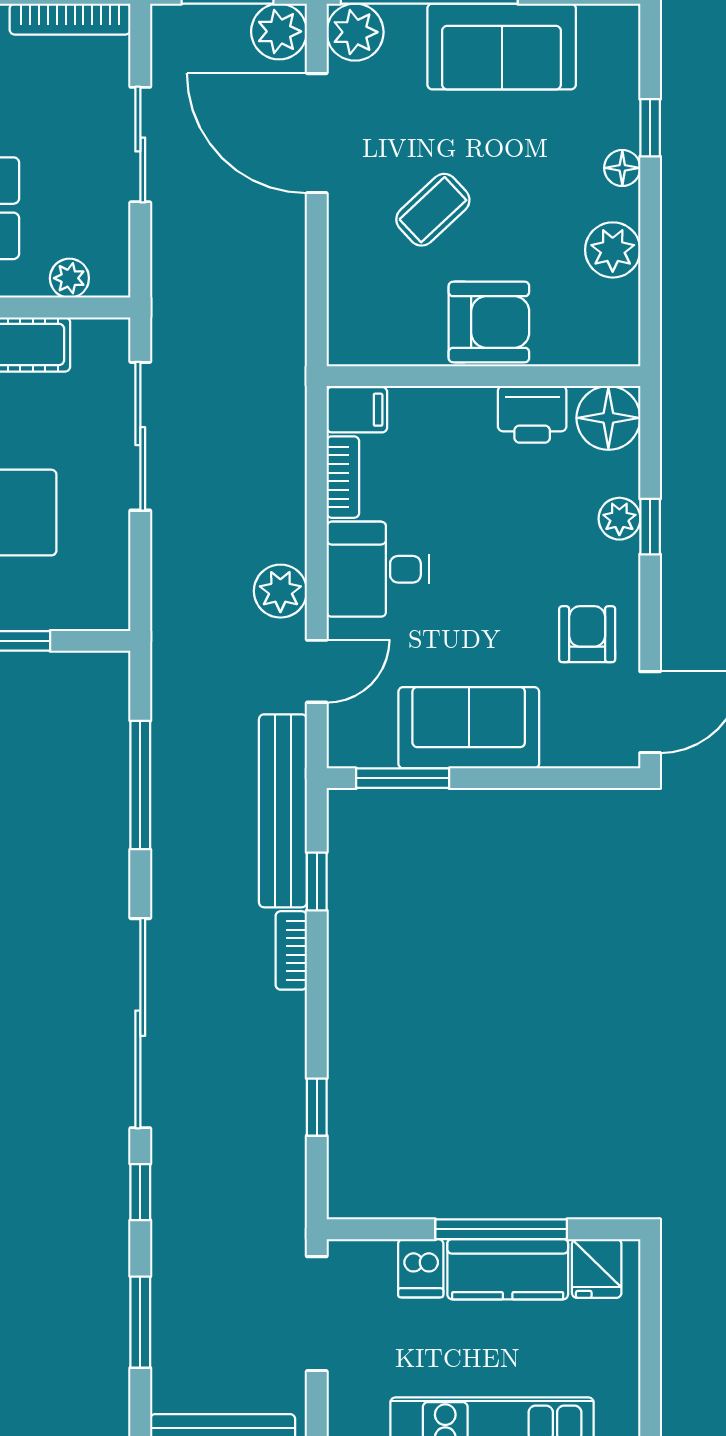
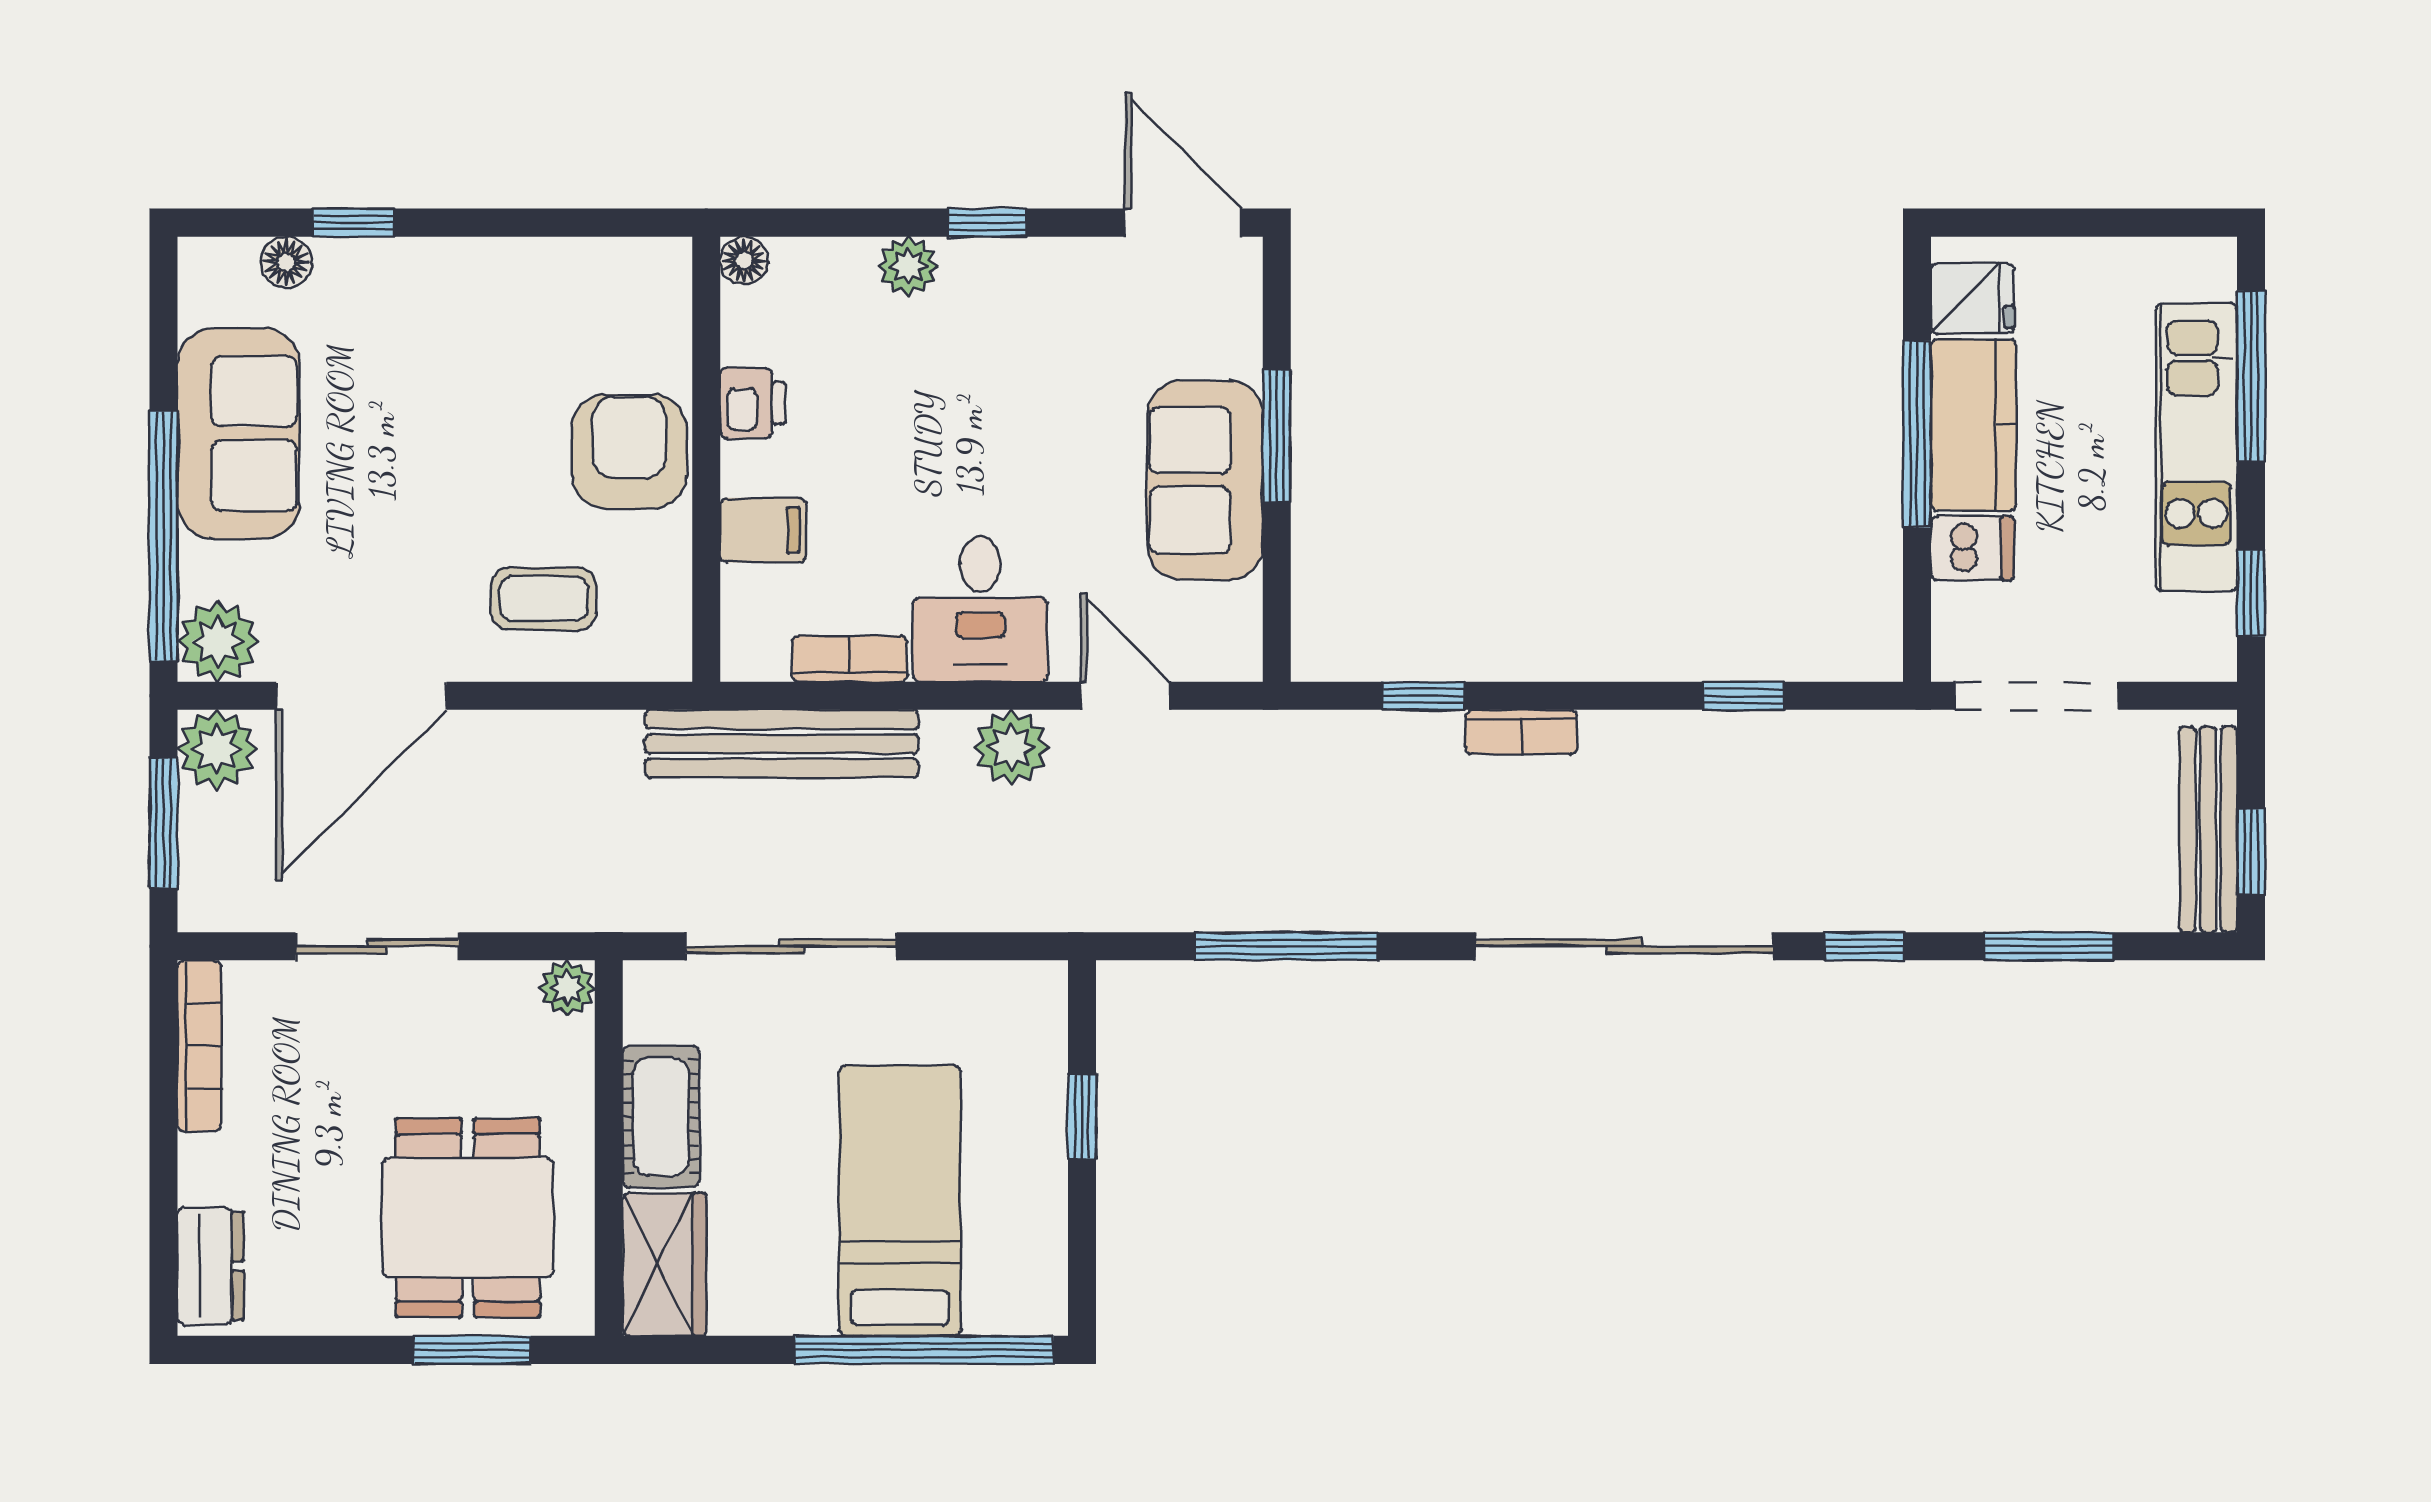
floor lamp: (622, 168) -> (286, 262), moved
coffee table: (433, 210) -> (544, 599), moved, turned -47
plant: (613, 250) -> (527, 276), removed
plant: (69, 278) -> (567, 988), moved
filing cabinet: (357, 410) -> (763, 530), moved, turned 90
printer: (532, 414) -> (753, 403), width x0.73, depth x0.81
floor lamp: (608, 418) -> (744, 261), width x0.53, depth x0.53
window: (650, 527) -> (987, 223), moved
armchair: (587, 634) -> (1072, 312), removed
window: (403, 778) -> (1277, 436), moved
bench: (283, 811) -> (782, 744), moved

